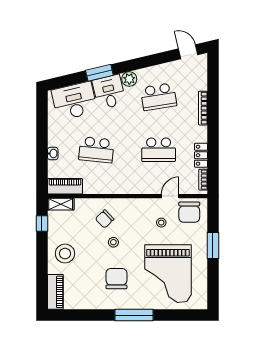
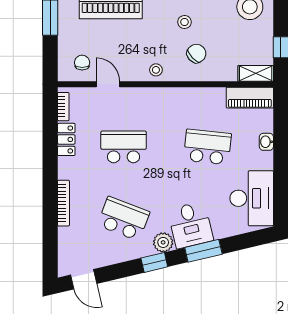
window: (136, 64) -> (154, 262), added
school desk: (159, 97) -> (124, 219), turned 30
desk: (74, 101) -> (252, 198), moved, turned -77
door: (170, 196) -> (108, 84), swing flipped
chair: (189, 212) -> (82, 63), width x0.54, depth x0.54
stool: (161, 223) -> (156, 70), moved

